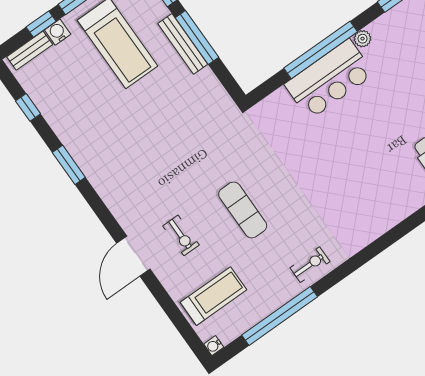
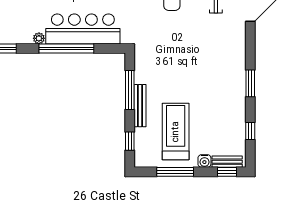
window: (41, 24) -> (227, 172), moved
window: (197, 37) -> (130, 90), moved
bar counter: (329, 79) -> (83, 29), width x1.36

